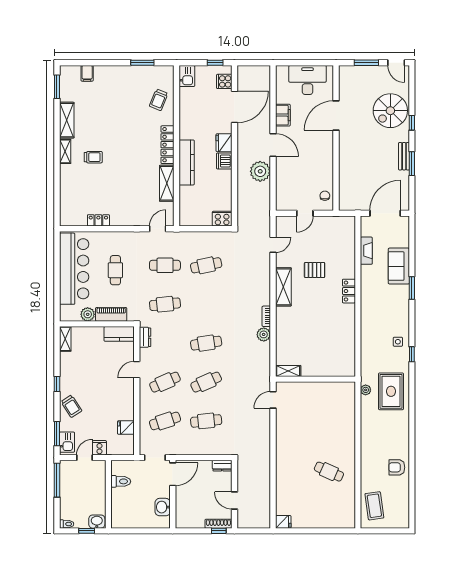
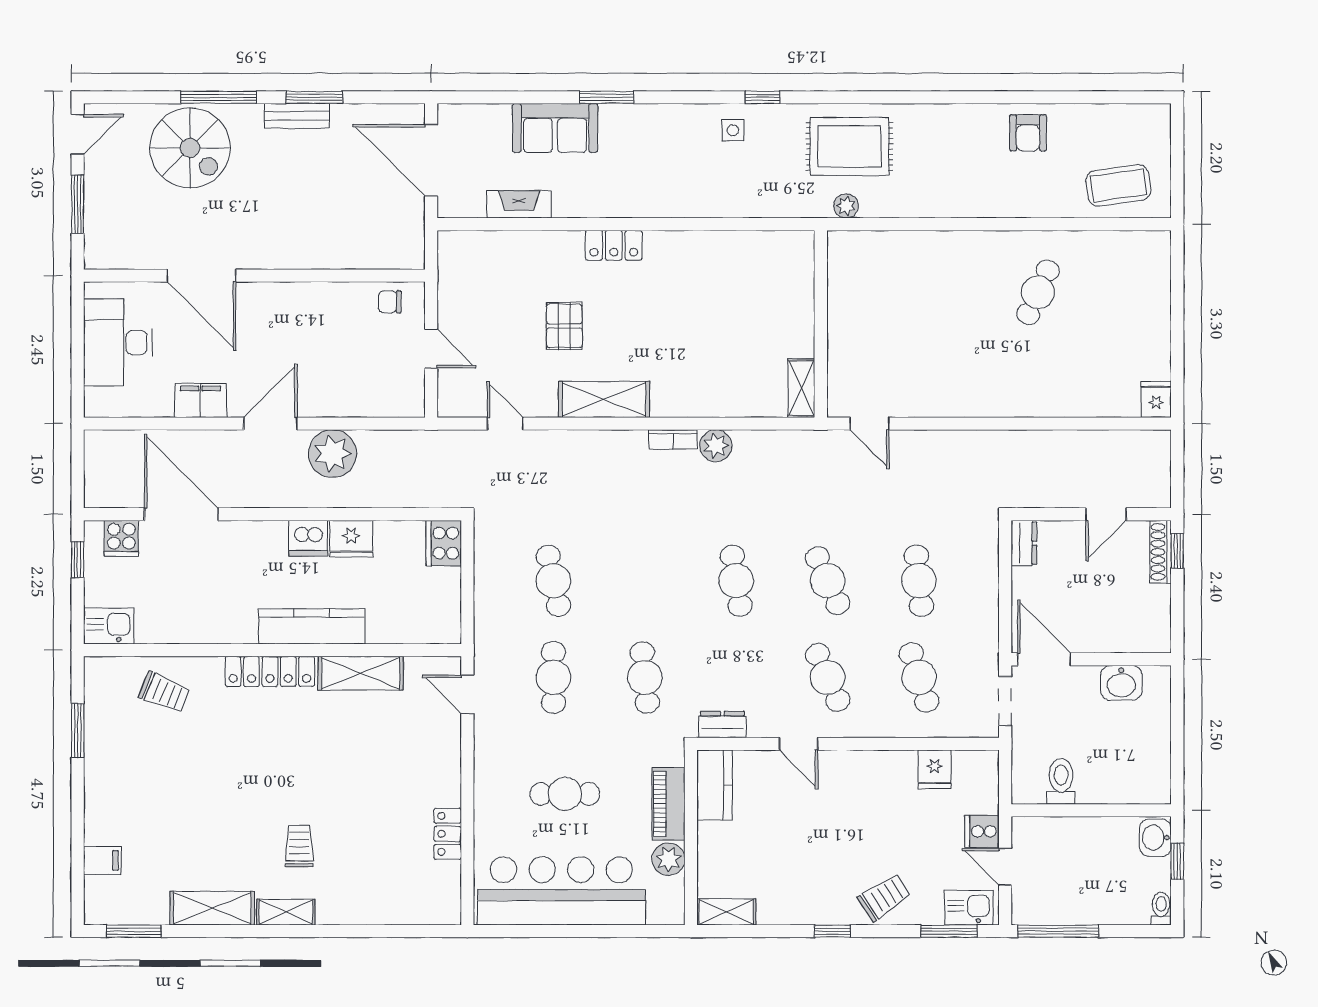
window: (412, 123) -> (219, 97), width x2.17
fridge: (224, 143) -> (351, 539), moved

